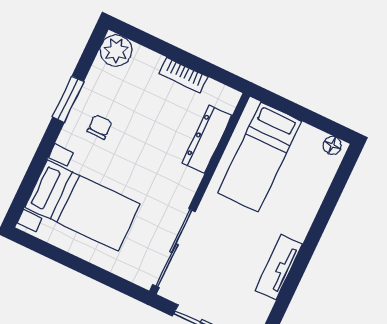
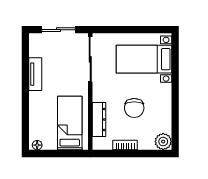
window: (68, 99) -> (175, 107), removed
chair: (100, 127) -> (134, 108), moved, width x1.87, depth x1.87

